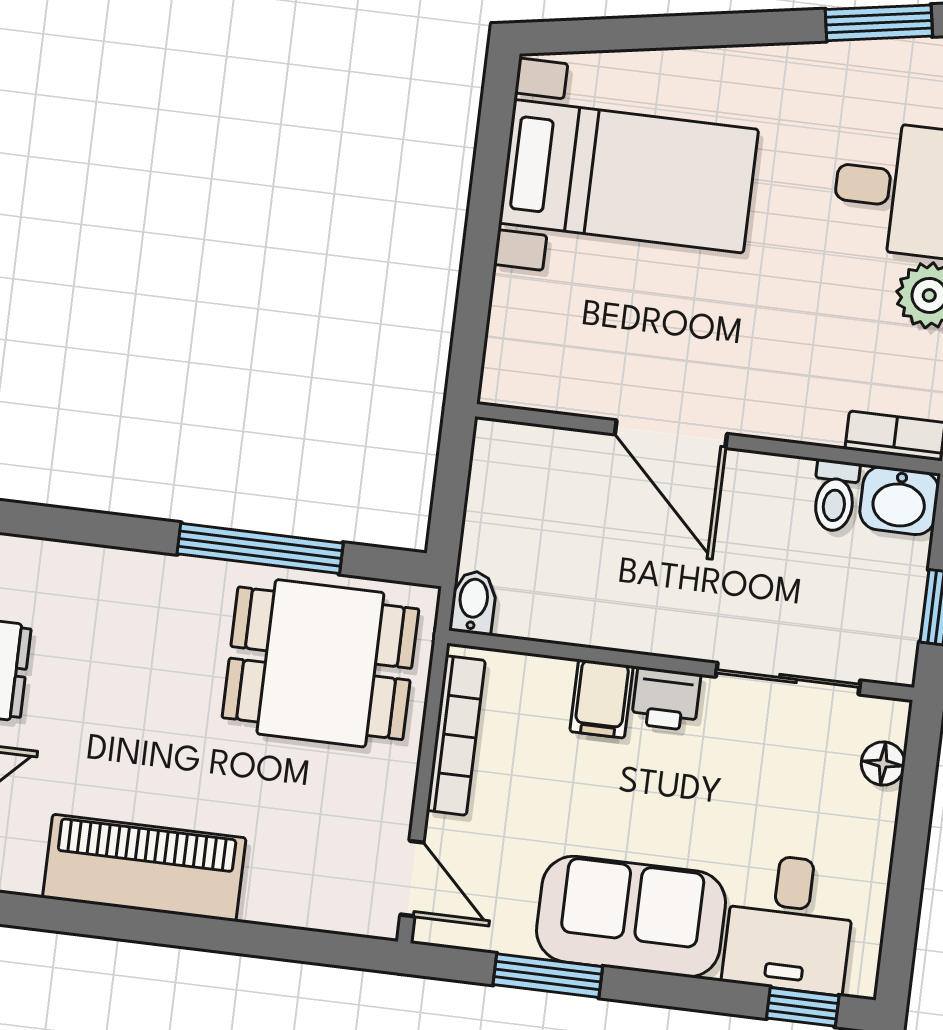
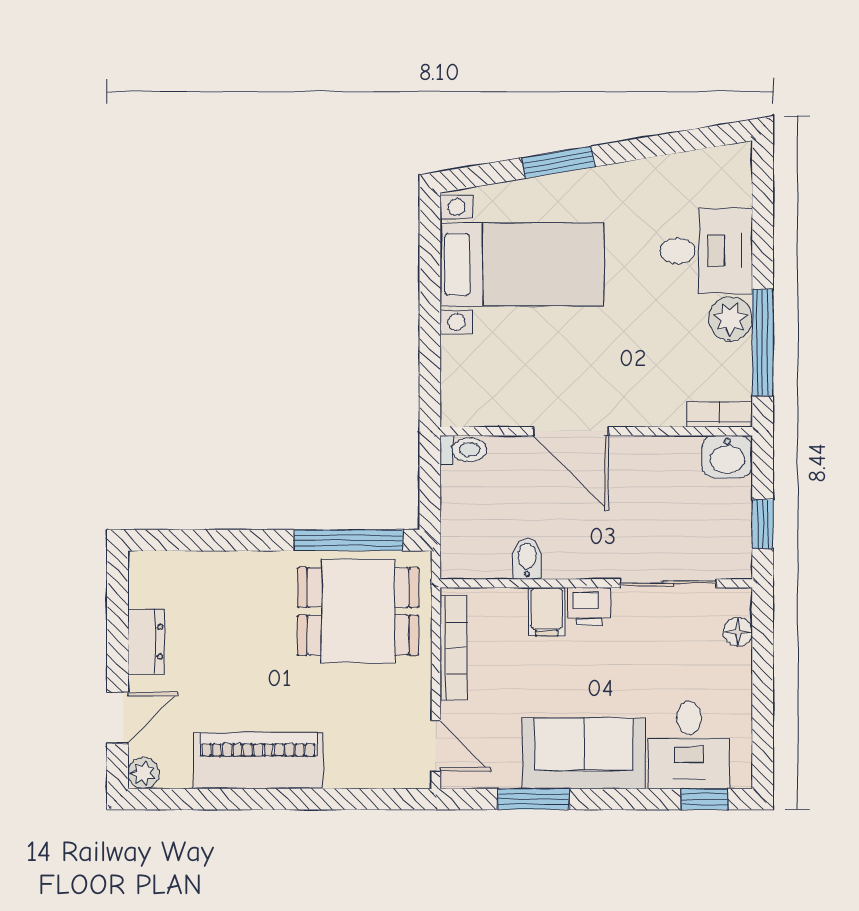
window: (879, 23) -> (558, 162), moved
toilet: (835, 496) -> (463, 450), moved, turned -90
window: (260, 548) -> (348, 540), moved
bidet: (473, 602) -> (527, 559), moved

